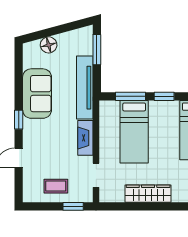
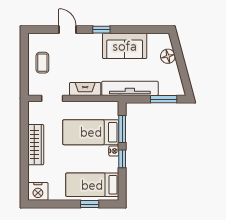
nightstand: (155, 106) -> (114, 151), added
window: (73, 206) -> (24, 78), removed

